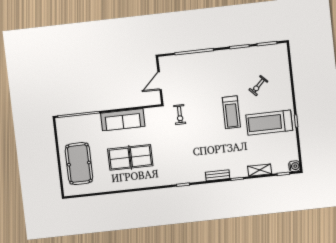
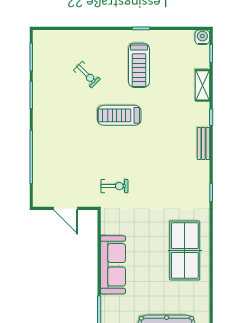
treadmill: (231, 112) -> (119, 115), turned 180
treadmill: (269, 123) -> (139, 65), width x0.73, depth x0.73
table tennis table: (130, 157) -> (185, 251), moved

